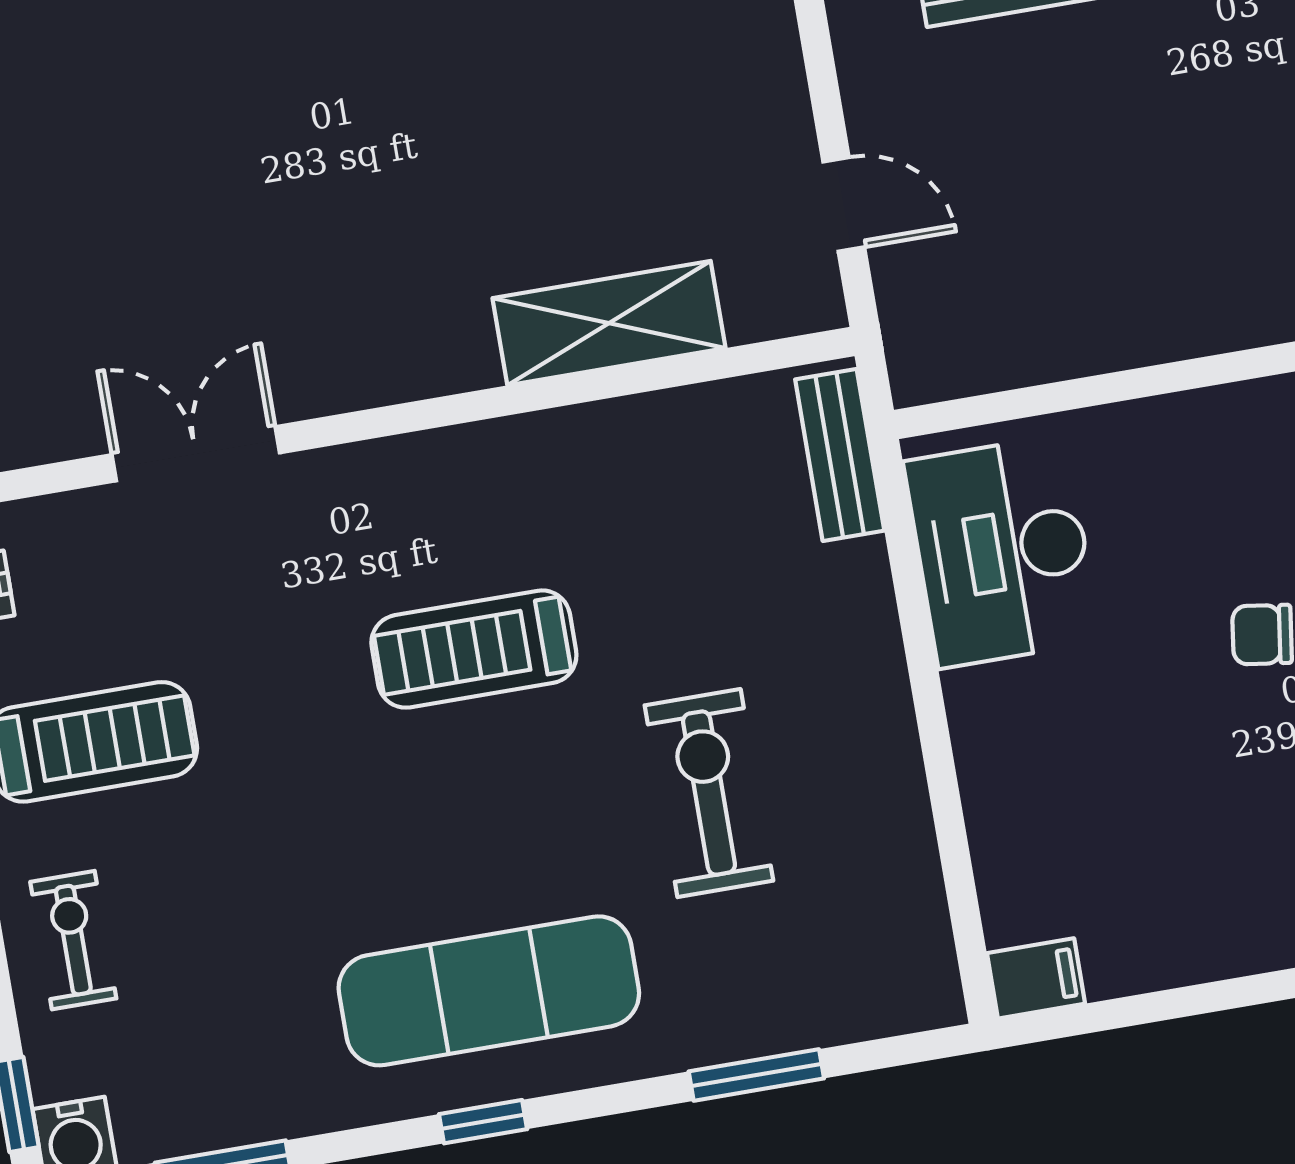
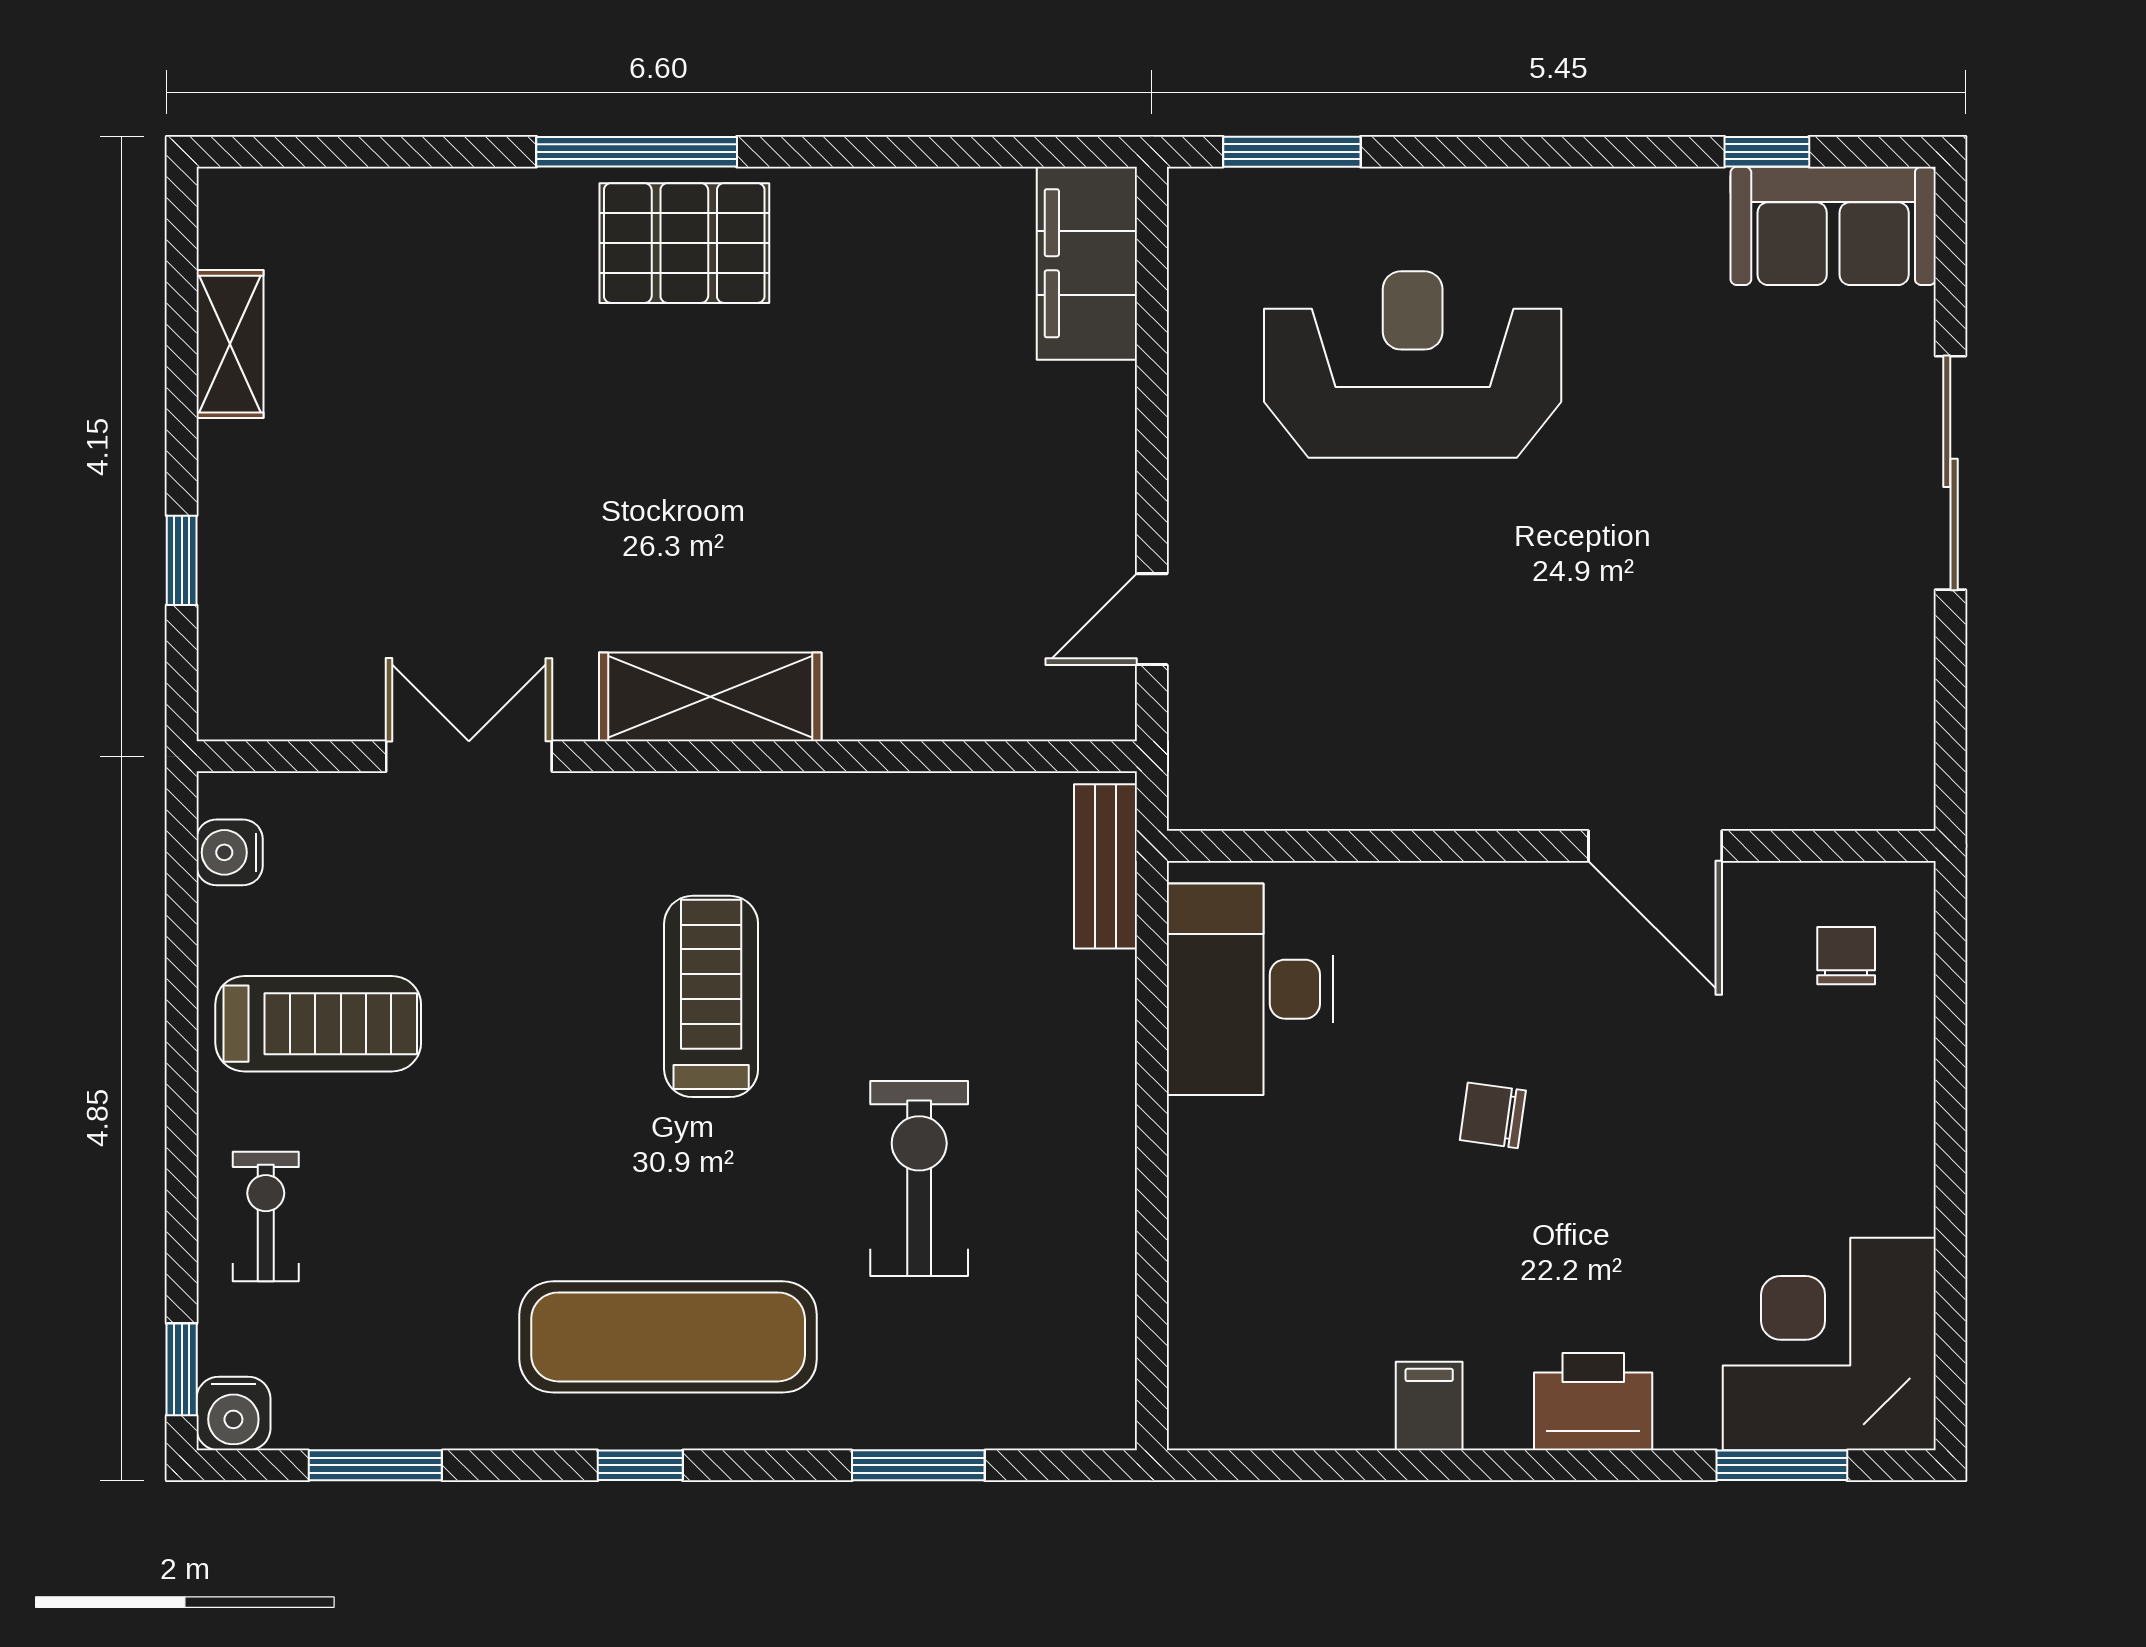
door: (844, 204) -> (1152, 619), swing flipped
shelving: (609, 323) -> (710, 697), moved
treadmill: (474, 649) -> (711, 996), turned 90
filing cabinet: (1036, 978) -> (1429, 1406), moved, turned -90

